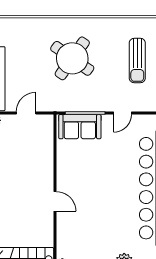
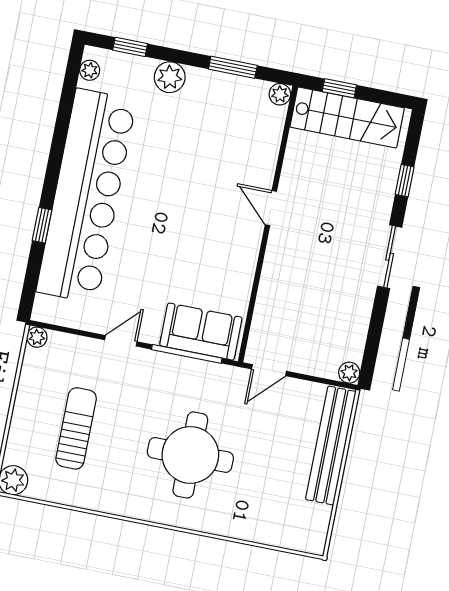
round table: (72, 58) -> (190, 455), turned -35
door: (26, 113) -> (269, 370), moved

